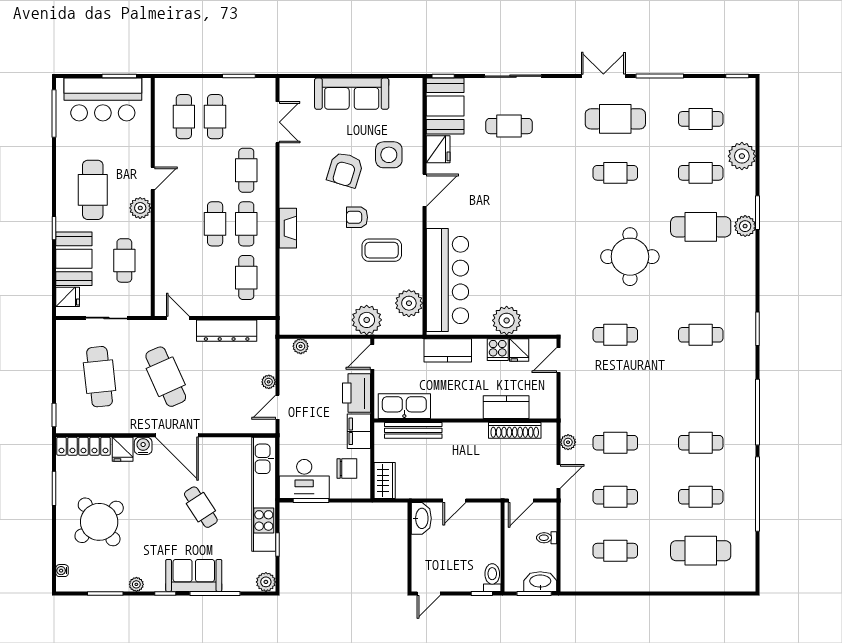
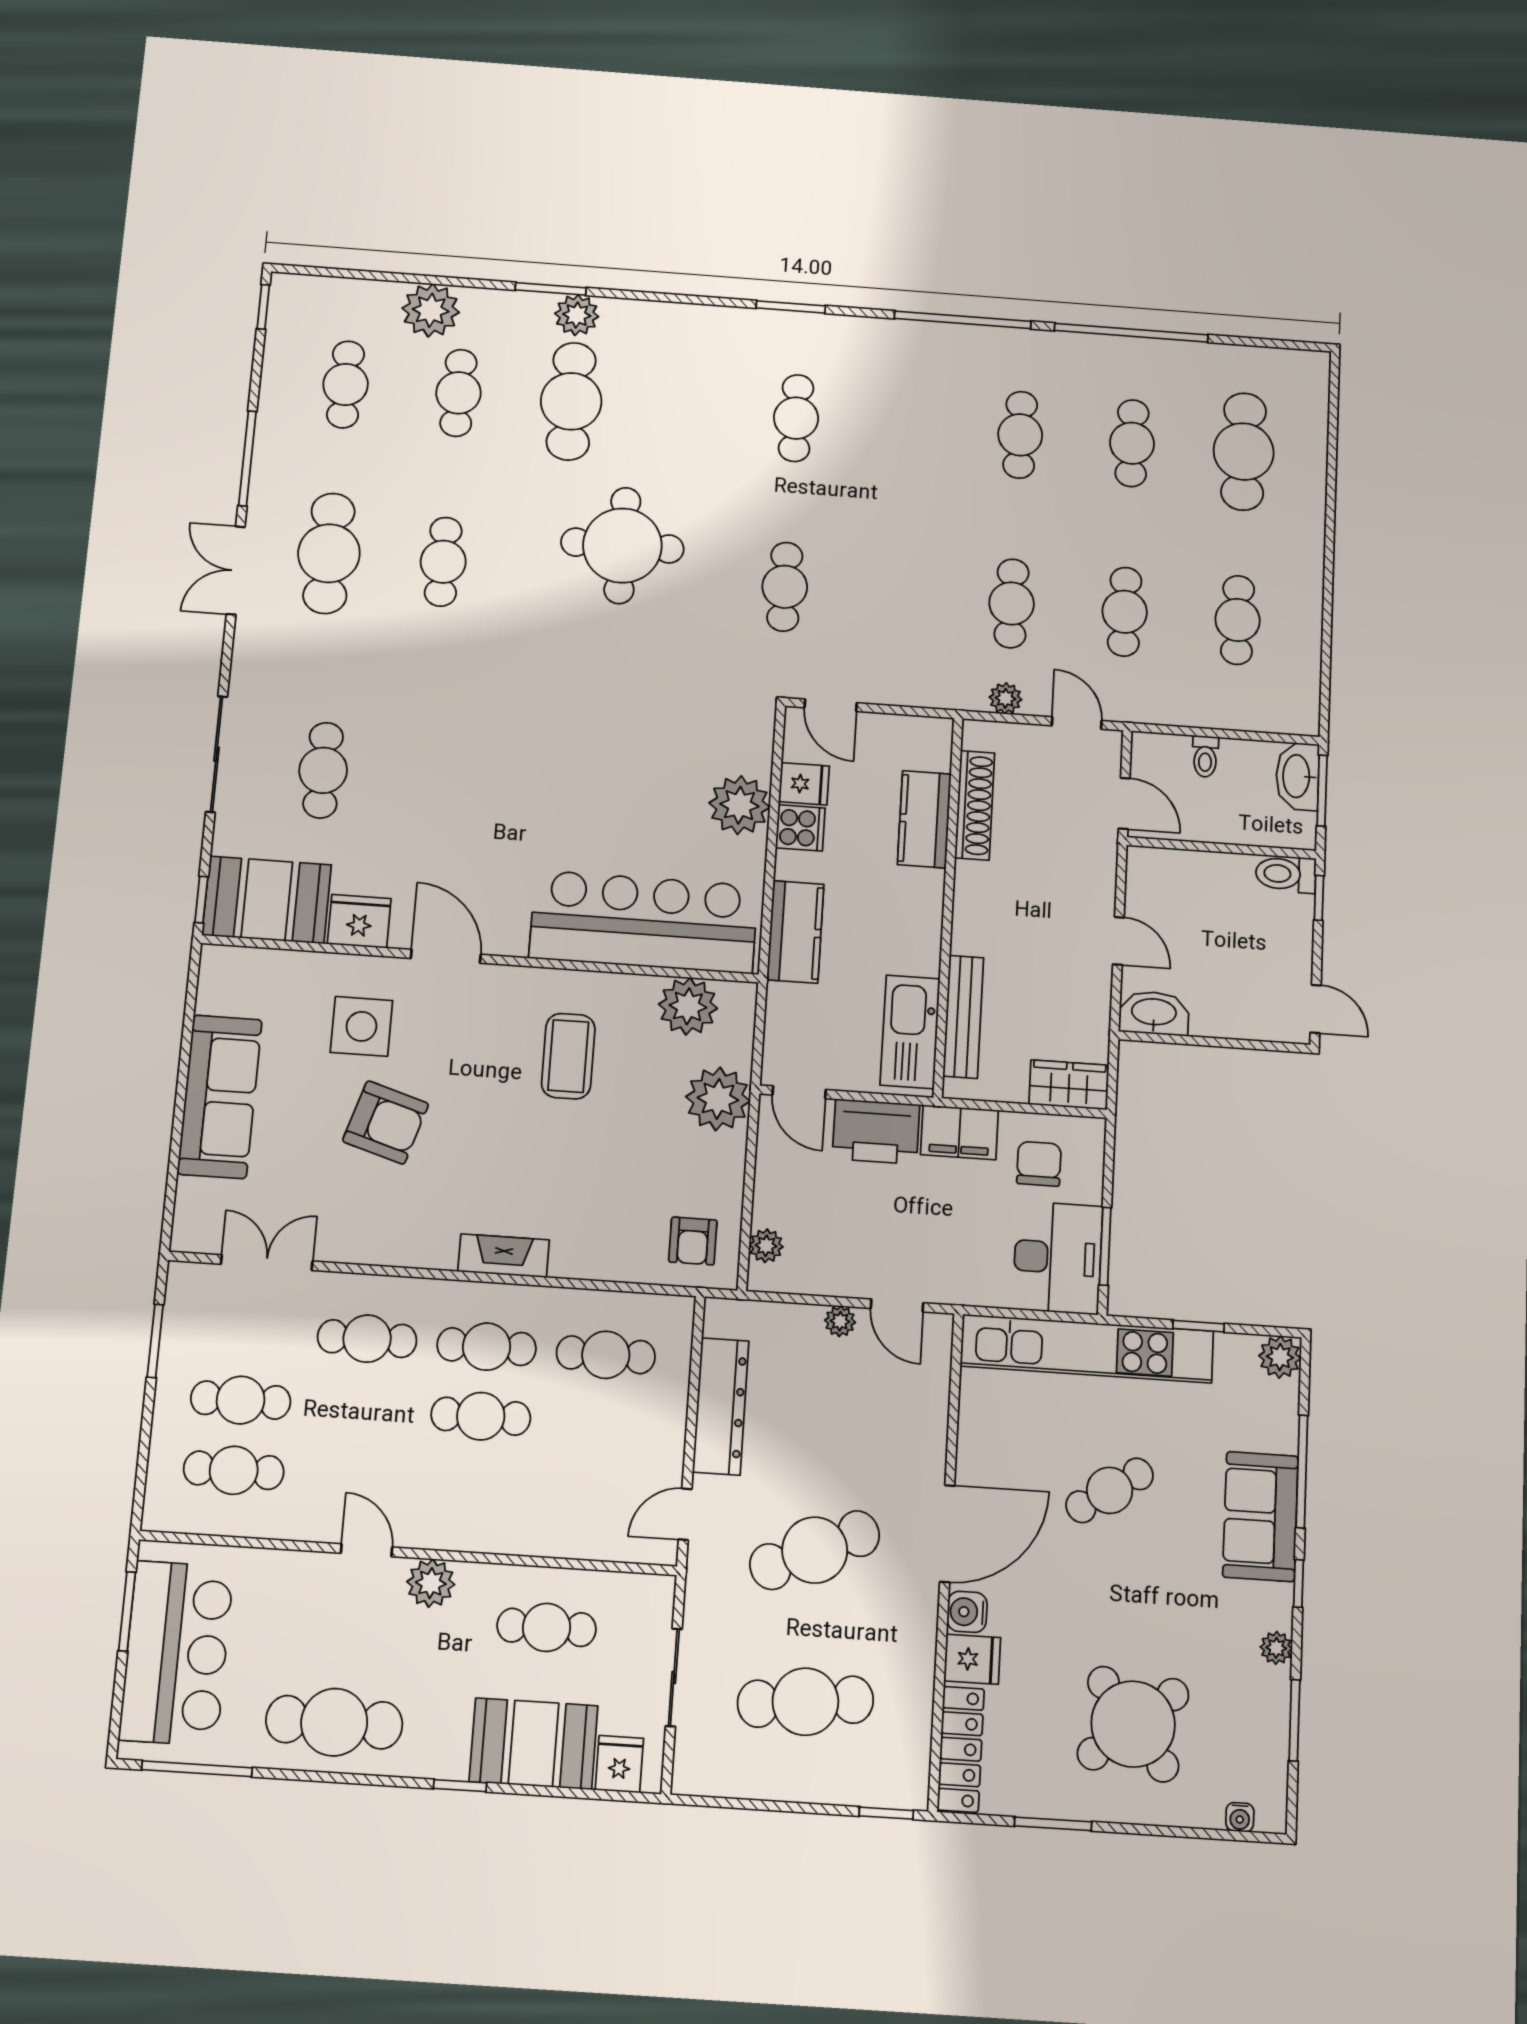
cafe table: (93, 190) -> (334, 1722), moved
armchair: (357, 217) -> (693, 1241), moved

